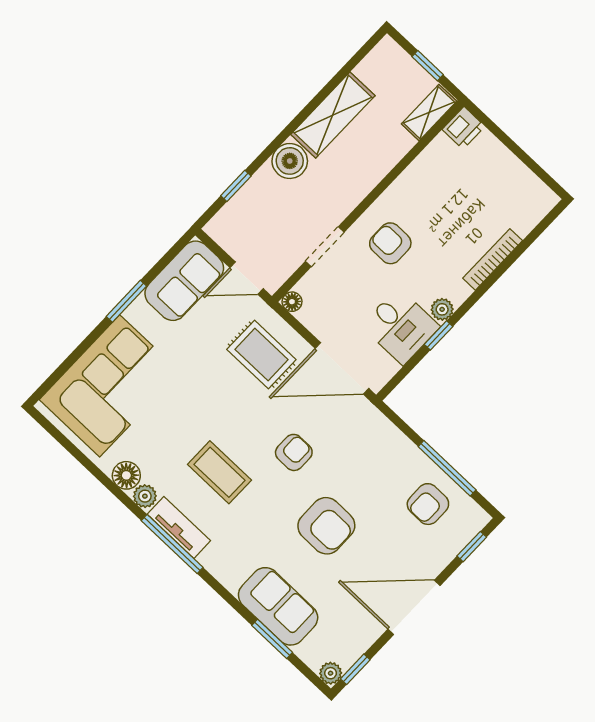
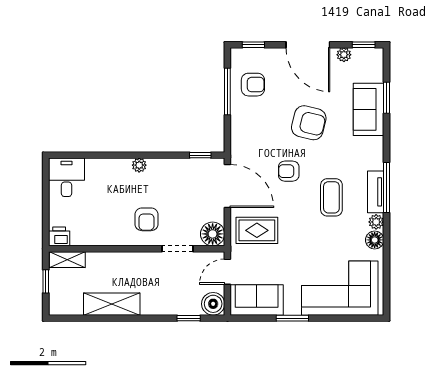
boiler: (290, 161) -> (213, 304), moved
bookcase: (493, 259) -> (108, 164), removed
door: (247, 278) -> (227, 272), swing flipped
floor lamp: (292, 302) -> (213, 234), width x1.89, depth x1.89
plant: (442, 309) -> (139, 165), moved
desk: (401, 326) -> (67, 177), moved
window: (439, 335) -> (200, 155), moved
rug: (261, 354) -> (257, 230), turned 90
armchair: (326, 526) -> (309, 123), turned 104
plant: (331, 673) -> (344, 55), moved

